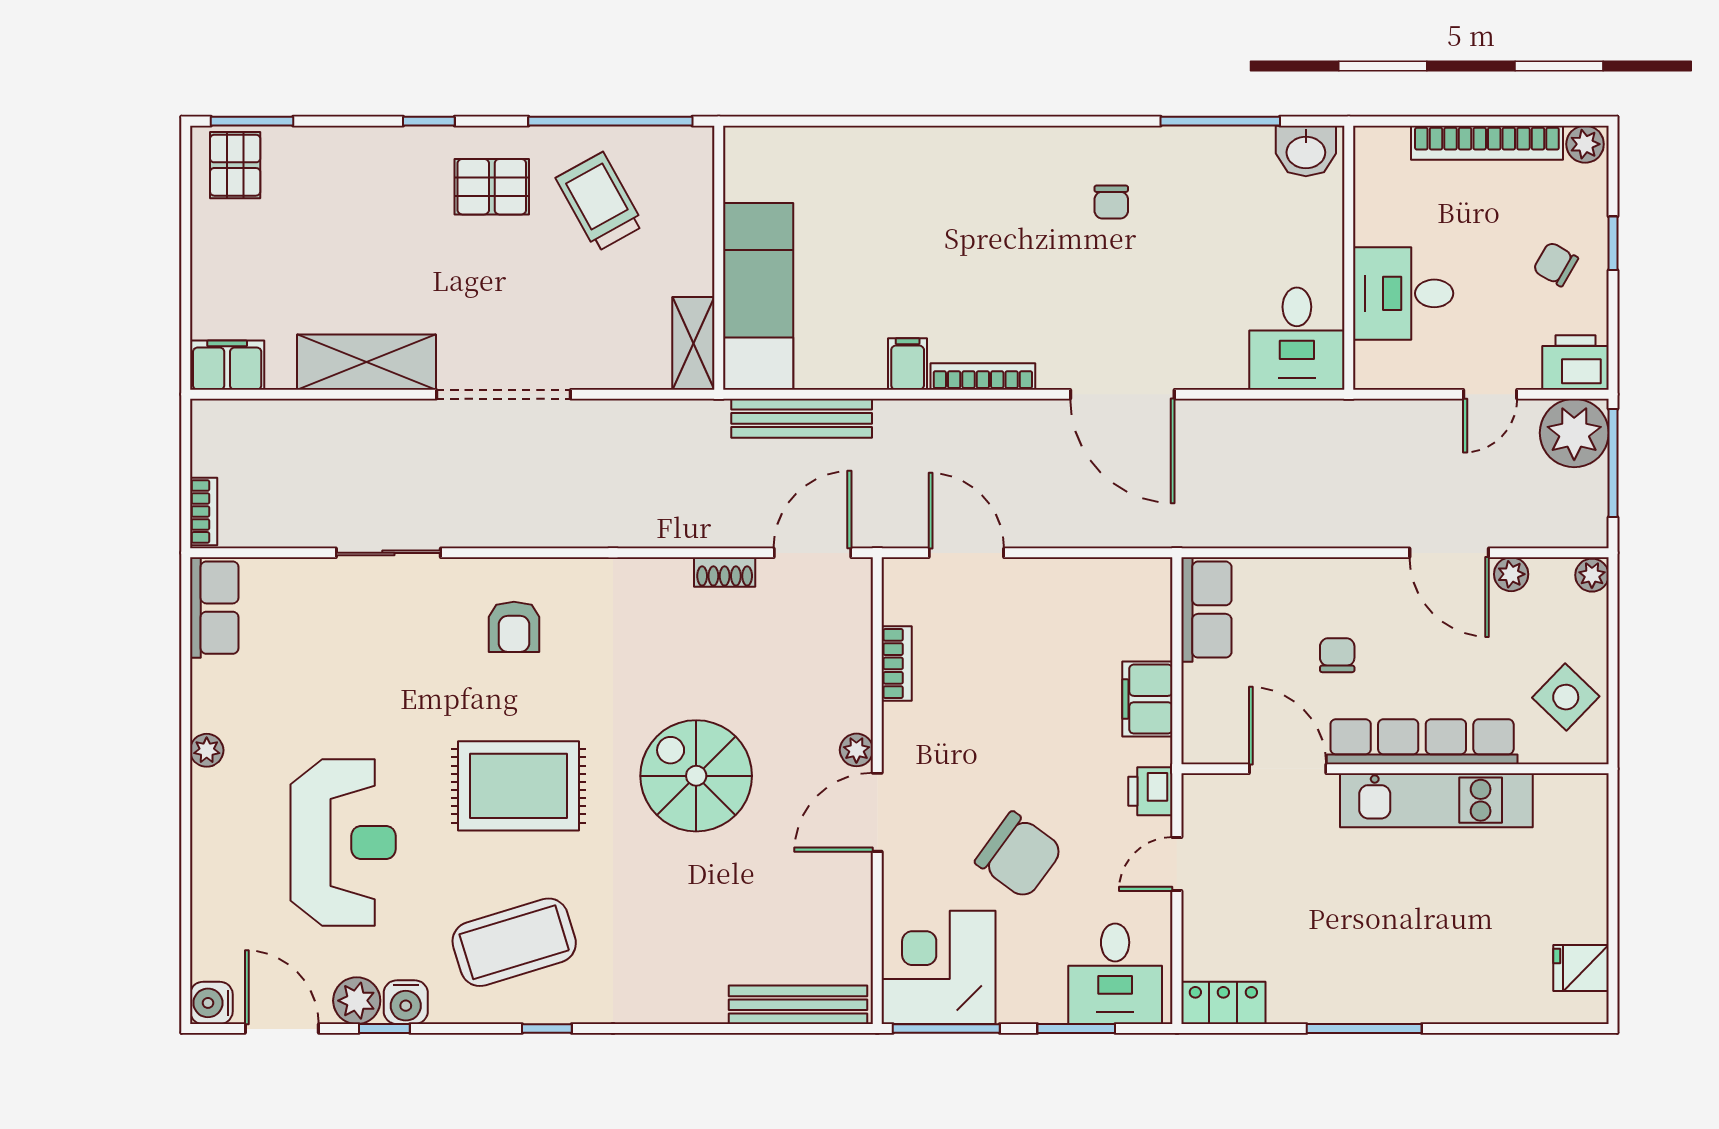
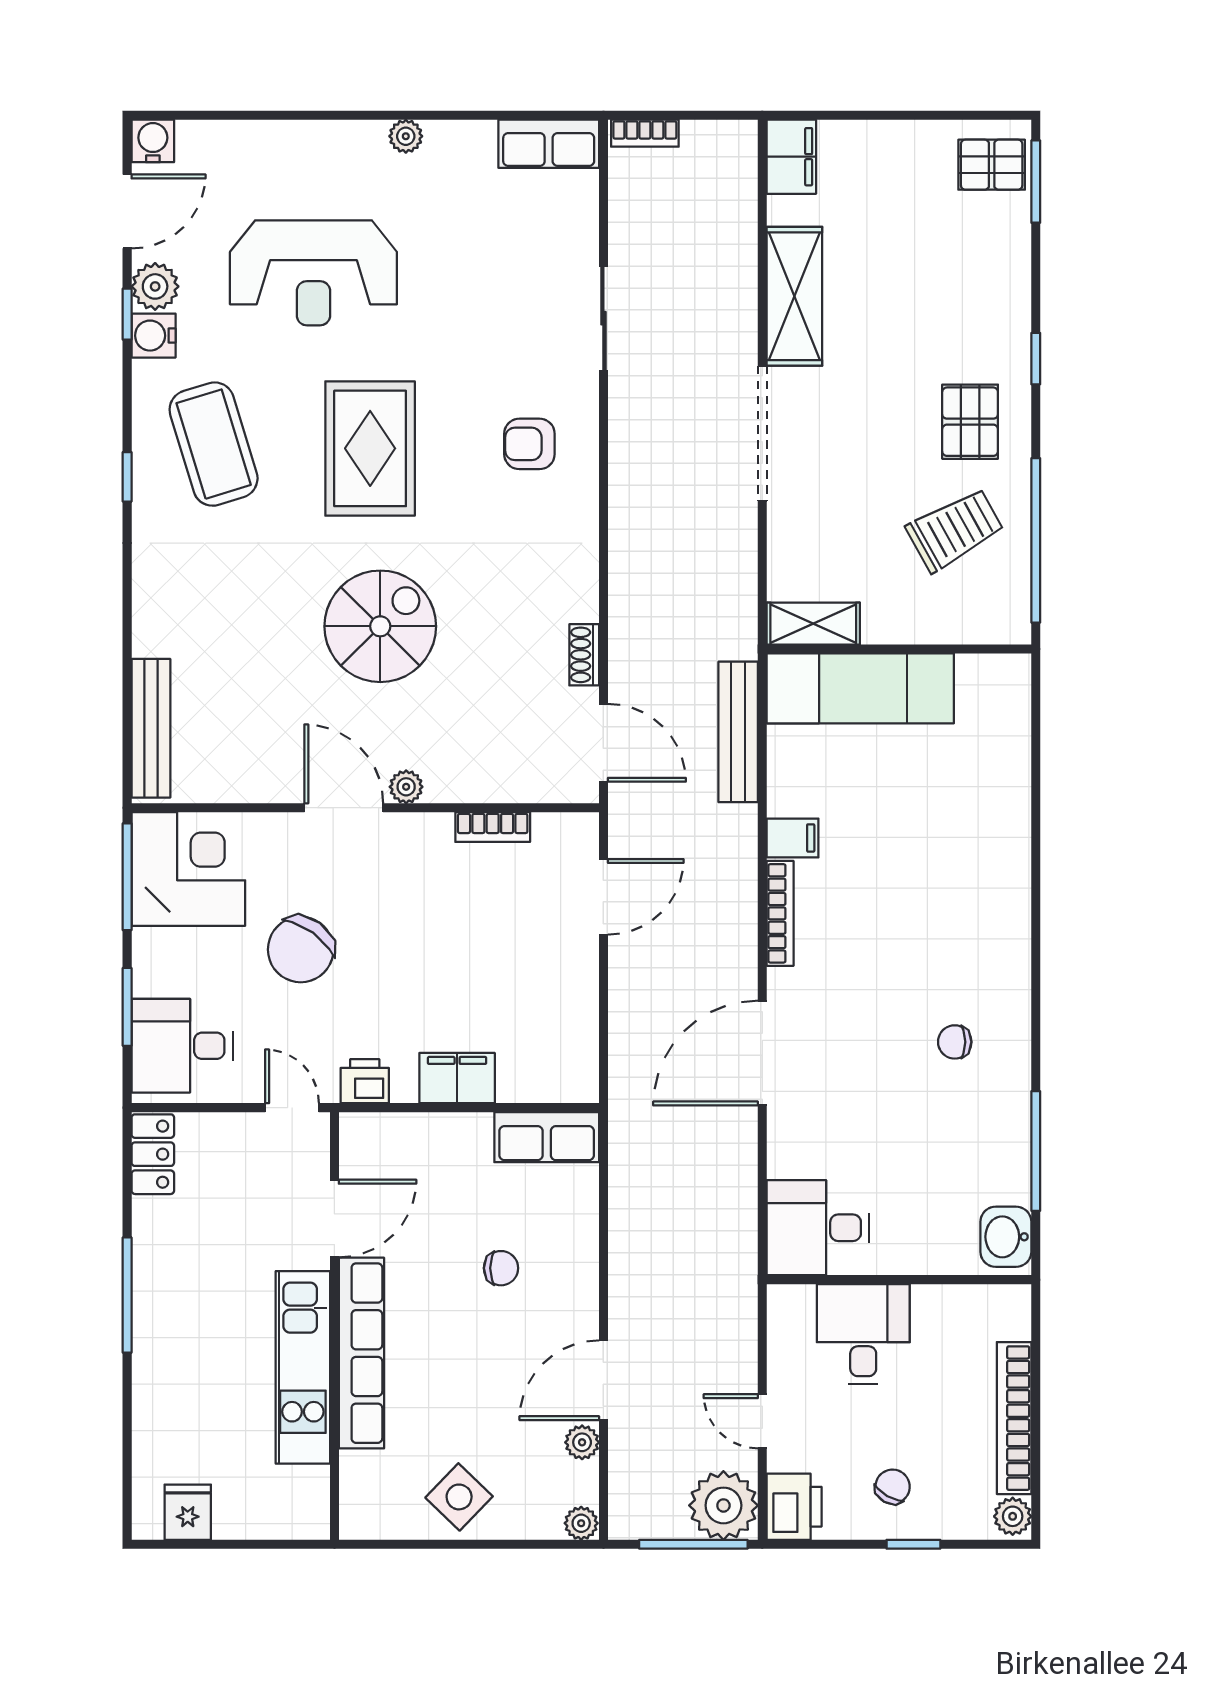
row of seats: (1422, 742) -> (361, 1353), moved
door: (1288, 769) -> (334, 1219), moved
wall: (1395, 769) -> (334, 1326), moved
kitchen unit: (1436, 800) -> (303, 1367), moved

